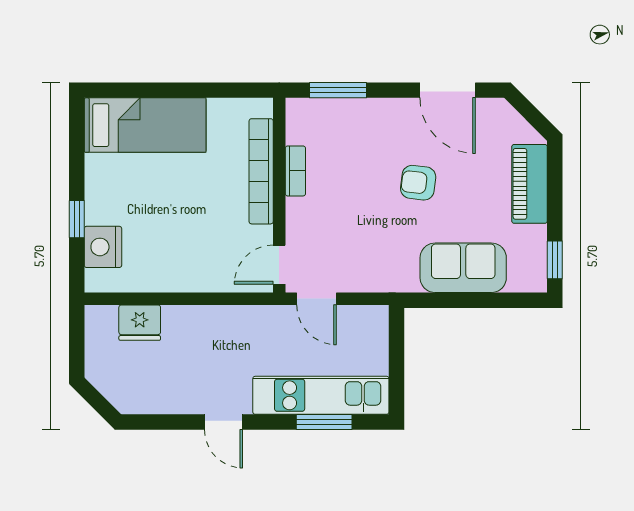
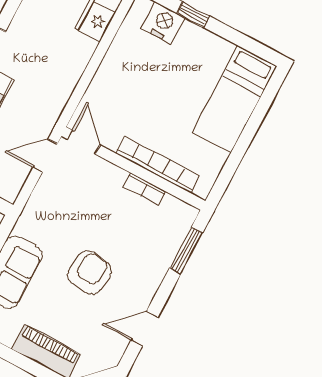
door: (448, 90) -> (144, 329), width x0.73
armchair: (418, 183) -> (90, 272), width x1.38, depth x1.38

